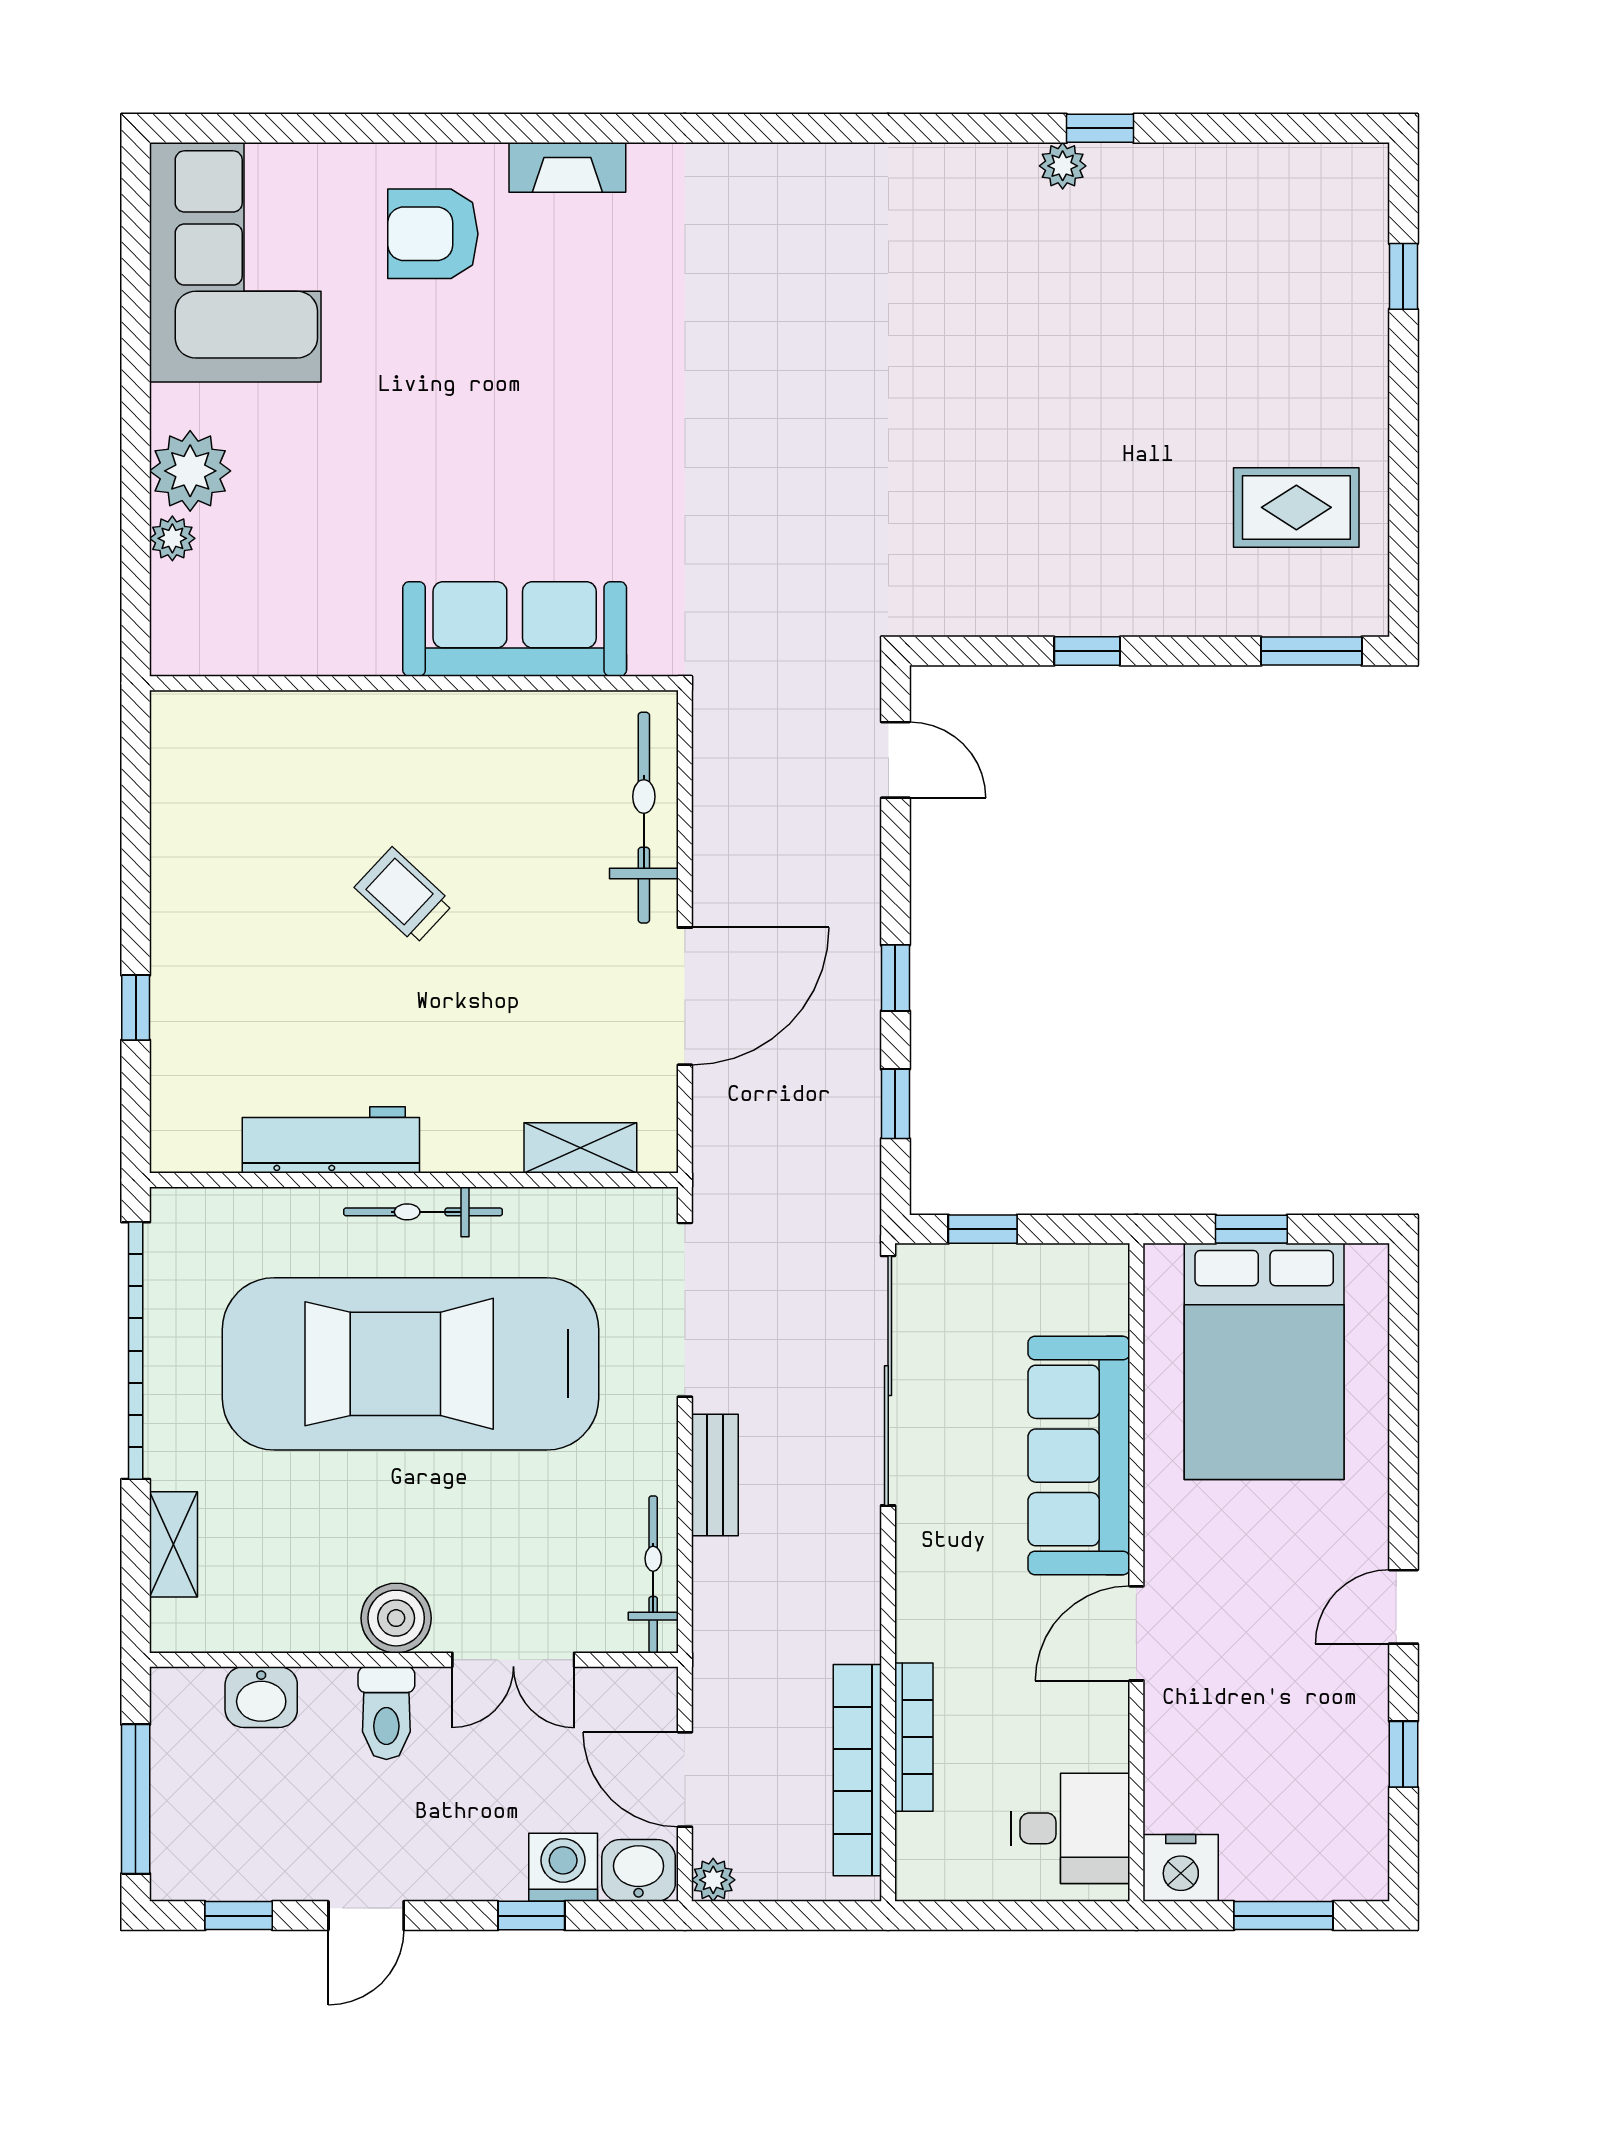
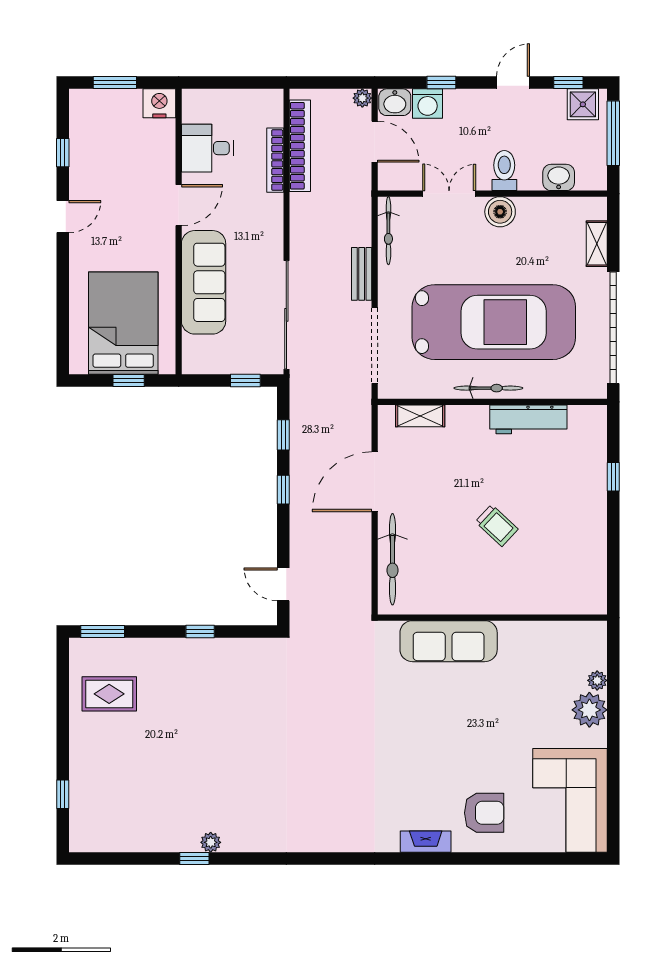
desk: (1070, 1828) -> (207, 148), moved
shower: (205, 1866) -> (583, 104), added

